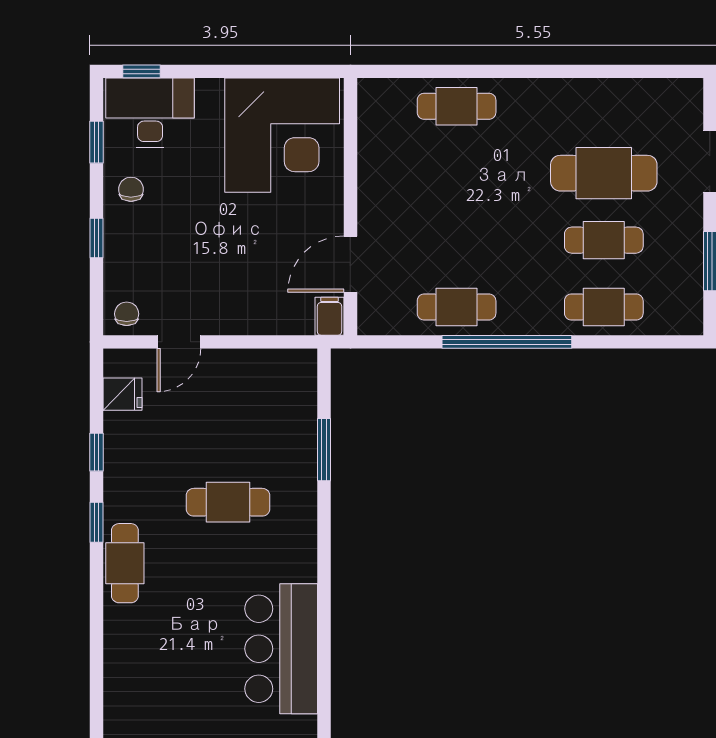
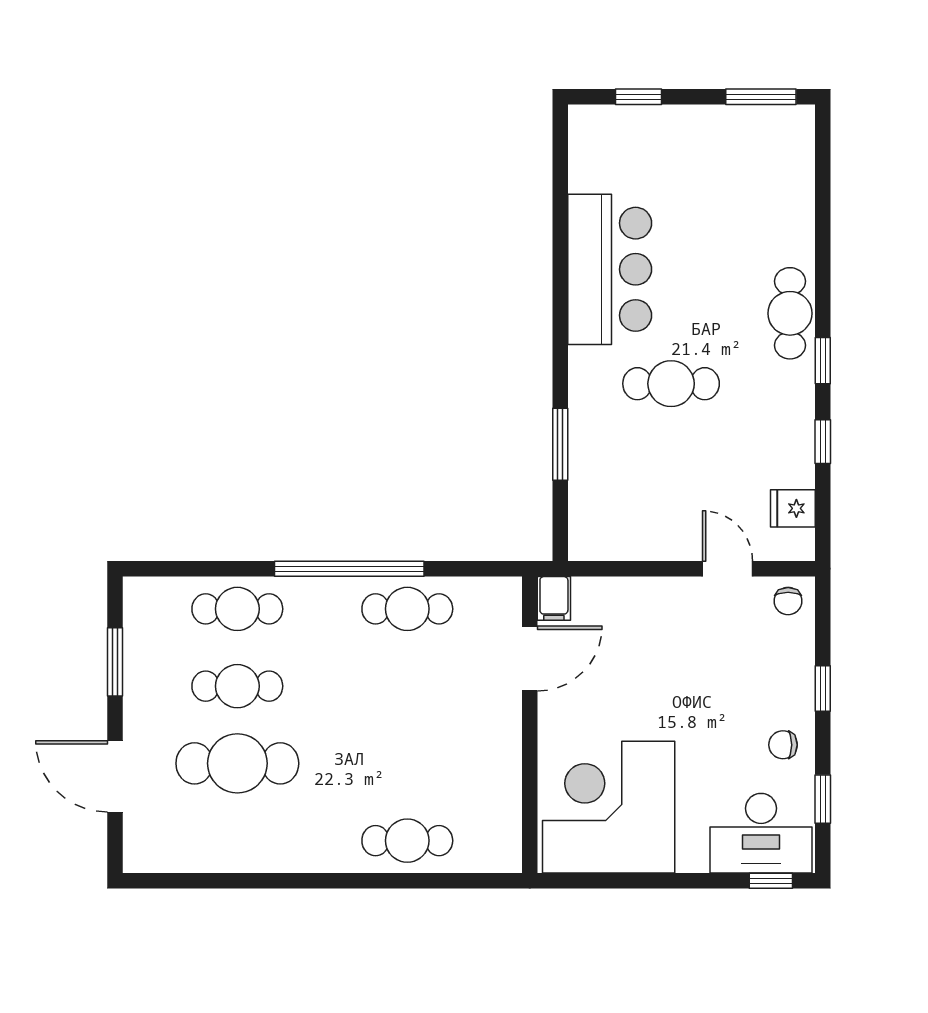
chair: (131, 189) -> (783, 745), turned 90
door: (179, 342) -> (728, 569), hinge flipped
bar counter: (281, 649) -> (610, 269), moved

